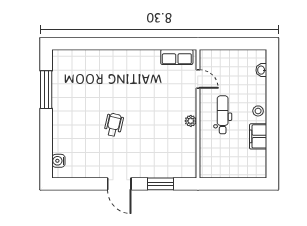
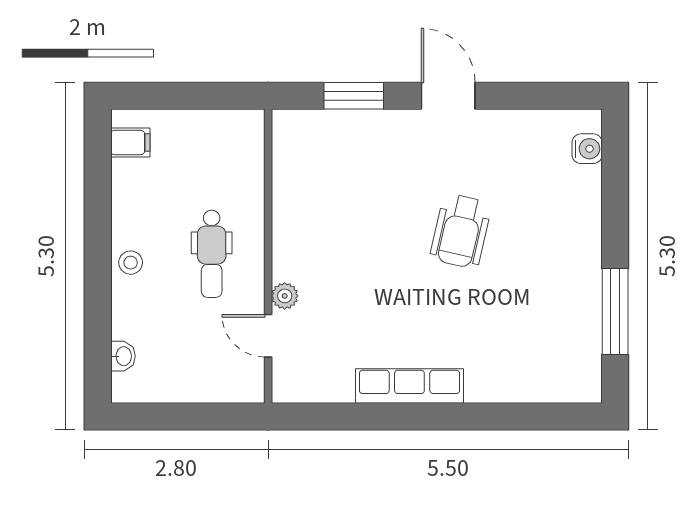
row of seats: (177, 57) -> (409, 386), moved, width x1.48
plant: (191, 121) -> (285, 296), moved
wheelchair: (114, 125) -> (461, 231), width x1.36, depth x1.37
filing cabinet: (258, 136) -> (130, 142), moved, width x0.50

